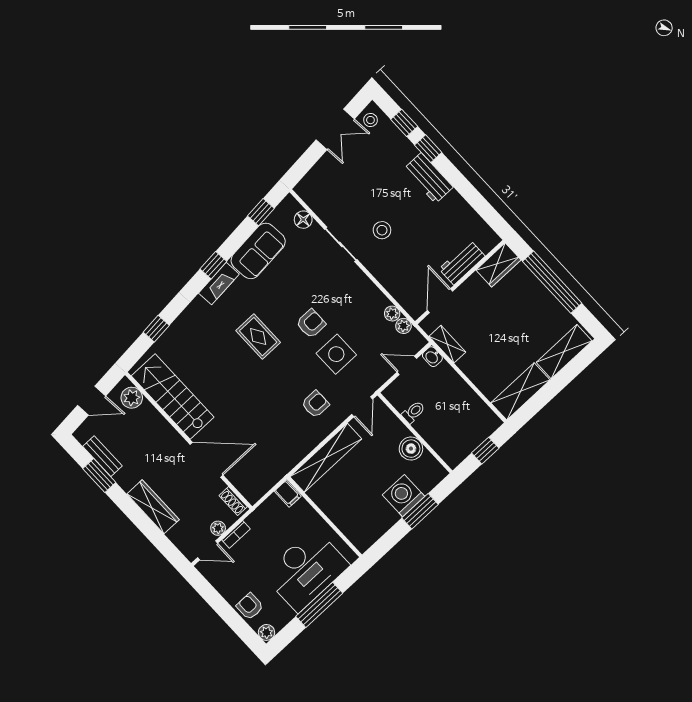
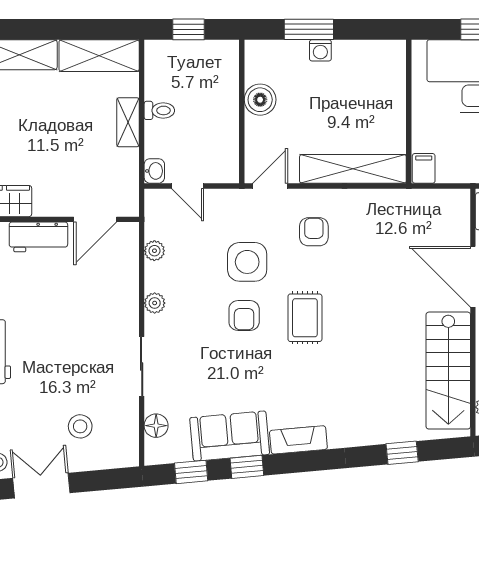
stool: (382, 230) -> (80, 426), moved
window: (213, 265) -> (247, 467), moved
armchair: (311, 324) -> (244, 315), turned -90
plant: (403, 326) -> (155, 303), moved
rug: (258, 337) -> (305, 318), moved
shelving: (447, 344) -> (128, 122), moved
armchair: (315, 404) -> (314, 232), turned 90
toilet: (413, 412) -> (159, 110), moved, turned 180
washing machine: (403, 496) -> (320, 50), width x0.53, depth x0.53

